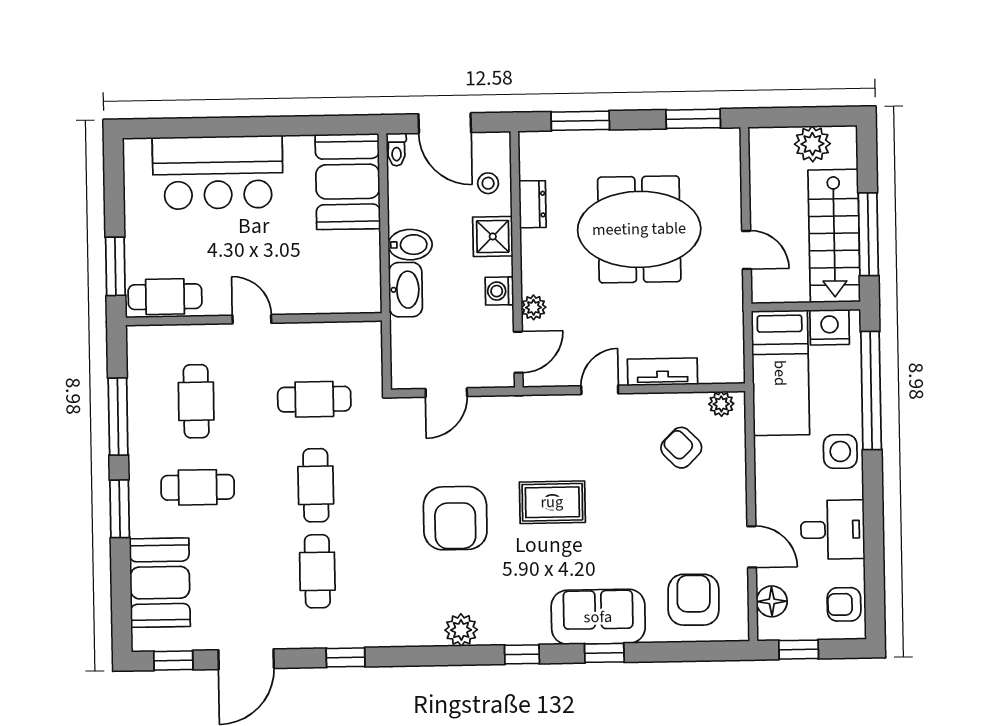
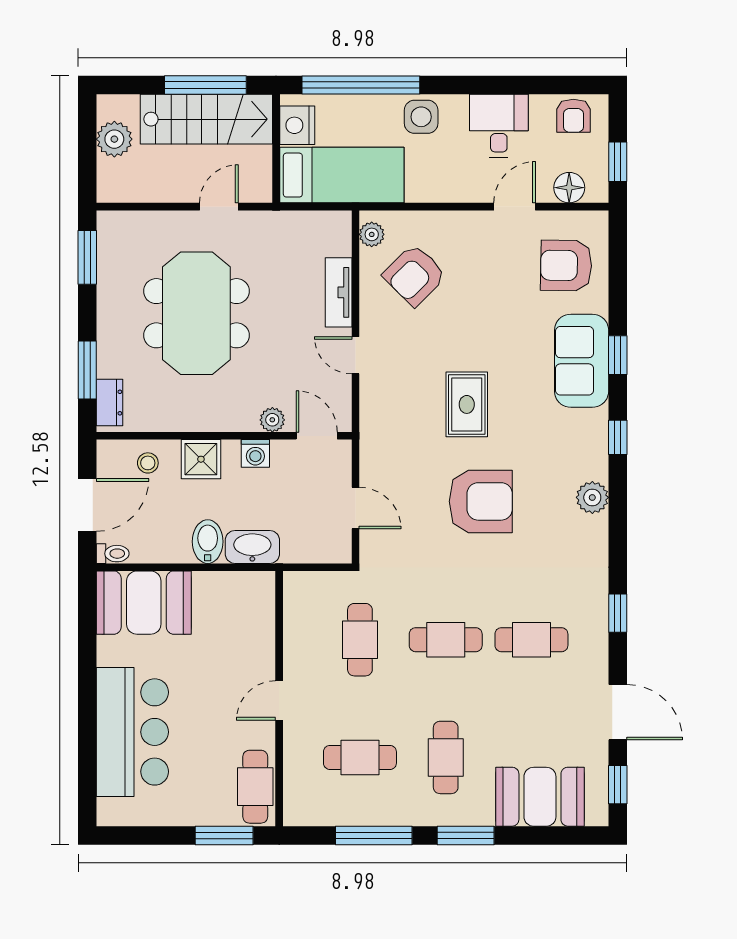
dresser: (533, 204) -> (110, 403), moved, turned 90
armchair: (681, 448) -> (415, 275), width x1.38, depth x1.38

